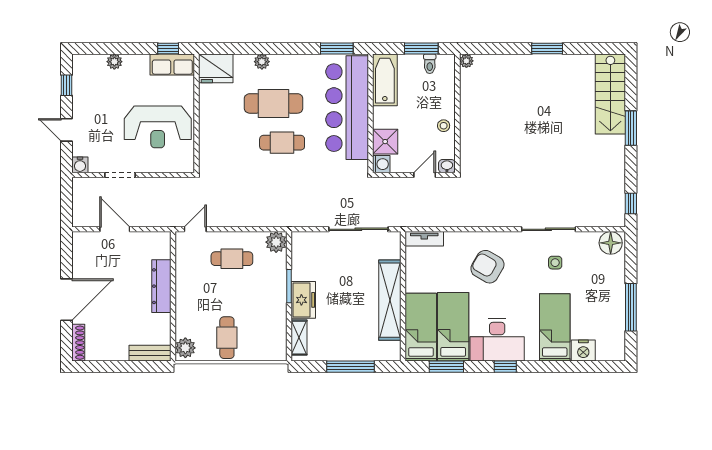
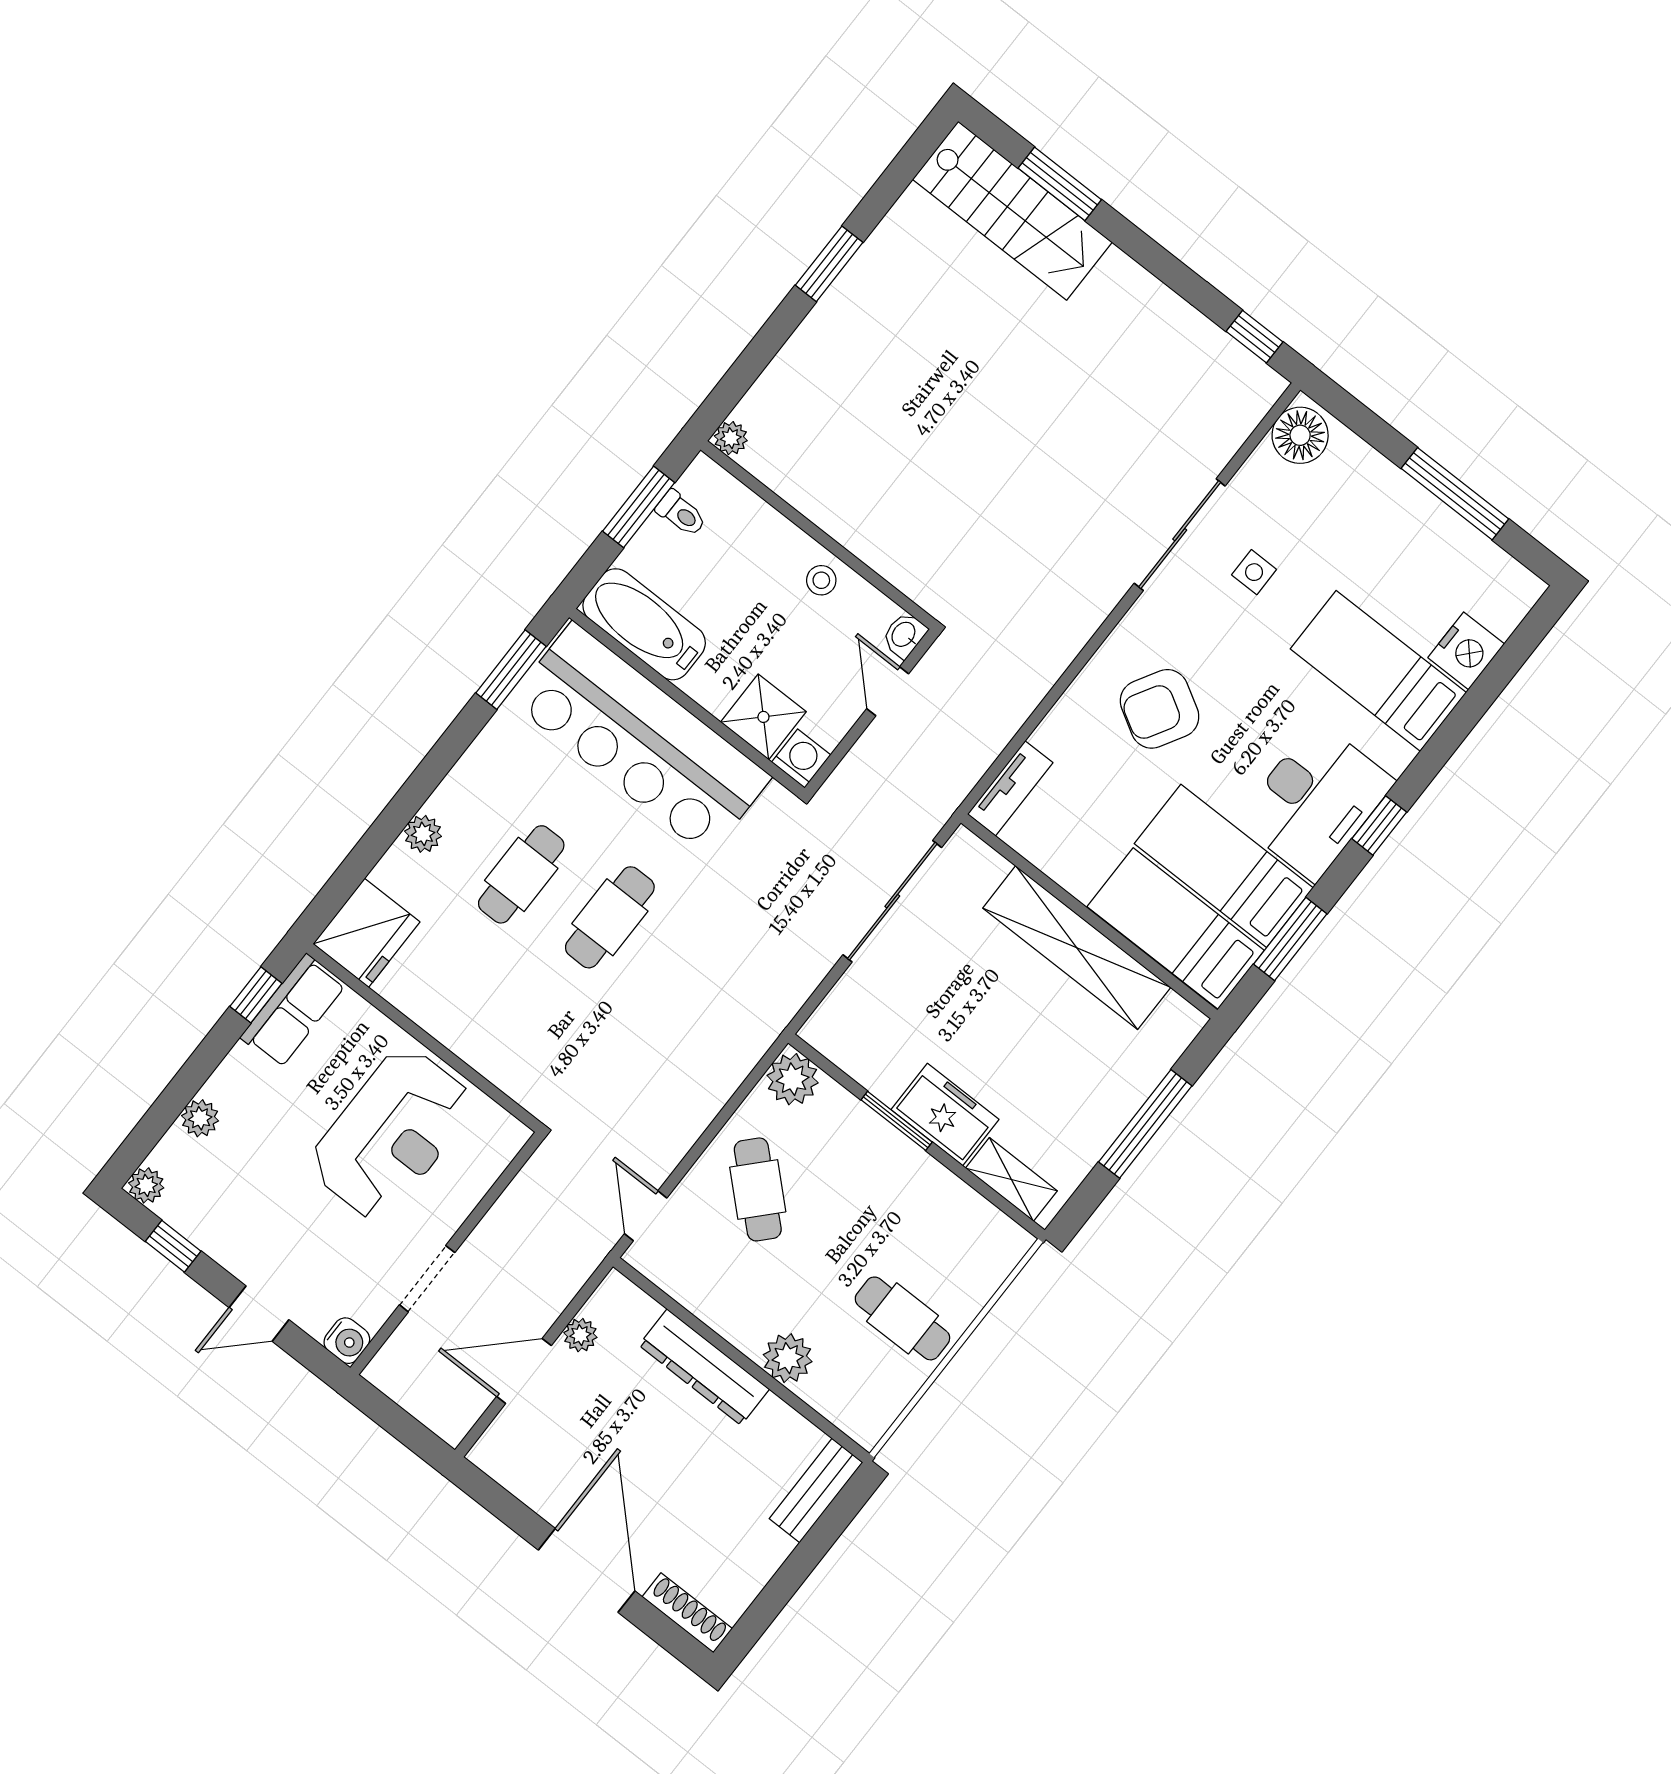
plant: (79, 61) -> (146, 1185), added
cafe table: (274, 103) -> (521, 874), width x0.73, depth x0.74
window: (631, 128) -> (1060, 184), moved
plant: (141, 238) -> (580, 1335), added
cafe table: (232, 259) -> (758, 1189), turned -47
plant: (185, 348) -> (788, 1358), moved

